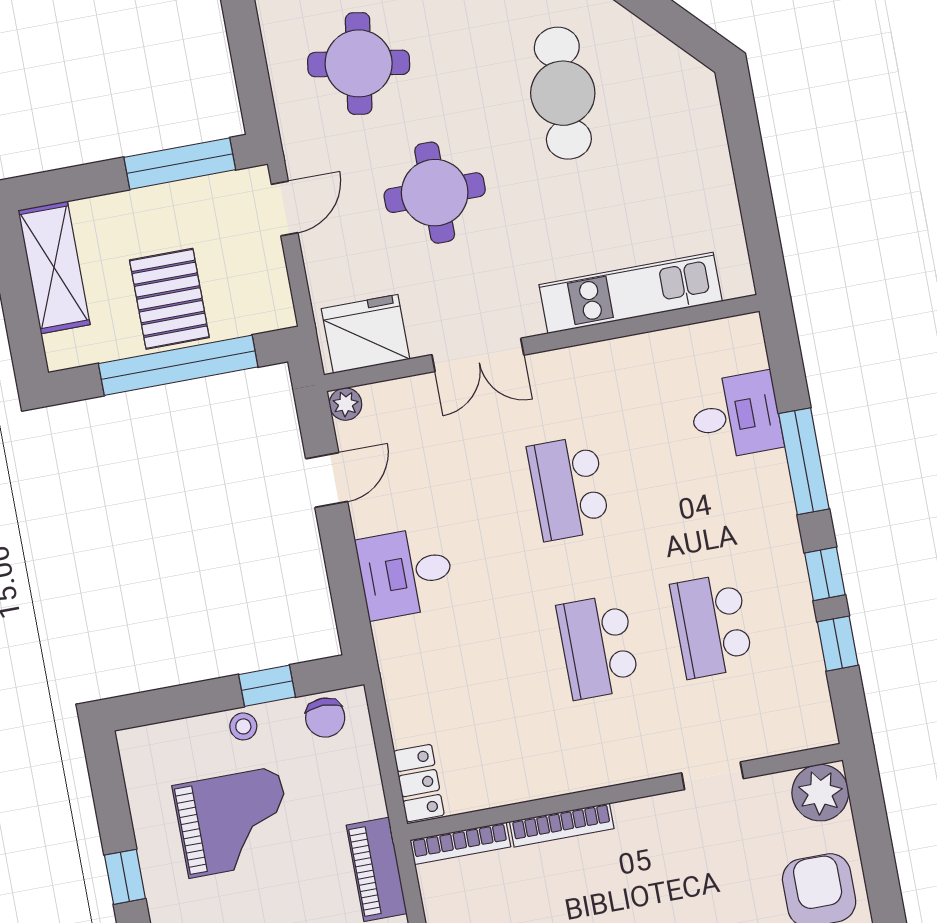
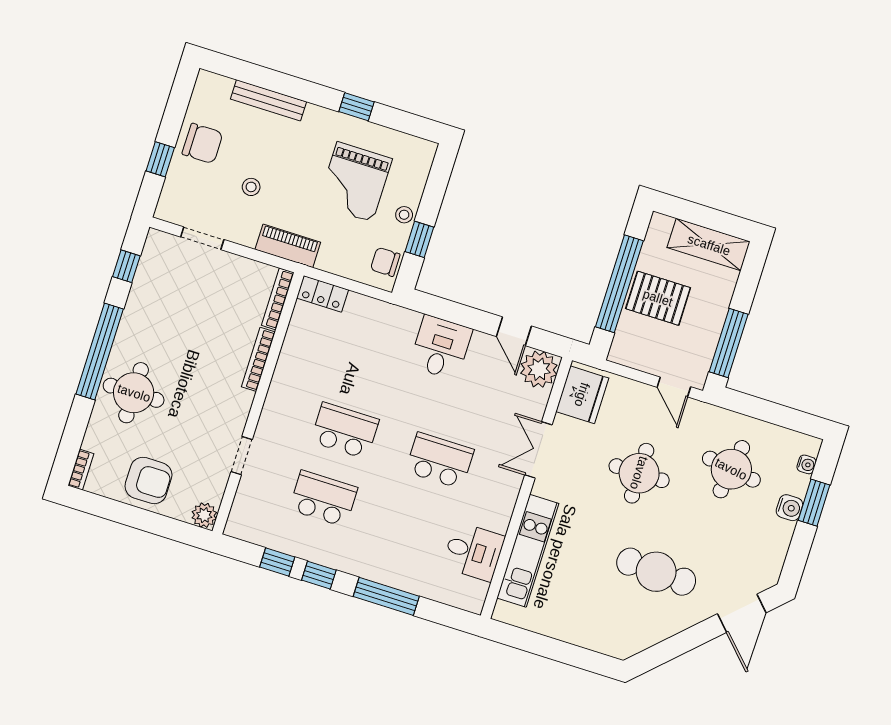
plant: (346, 404) -> (539, 369), width x1.88, depth x1.88
desk: (736, 416) -> (473, 552), moved, turned -90
plant: (820, 793) -> (204, 515), width x0.73, depth x0.73

